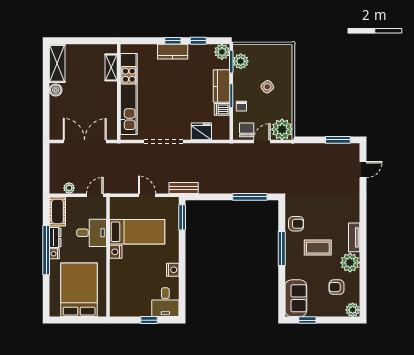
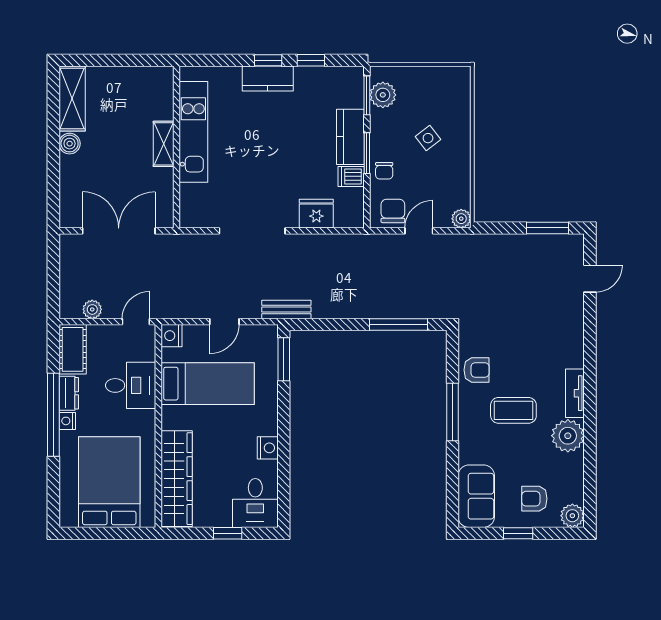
plant: (222, 52) -> (351, 79), removed
shelving: (111, 67) -> (164, 144), moved
kitchen unit: (129, 94) -> (193, 132), width x0.73
plant: (282, 129) -> (461, 219), width x0.53, depth x0.53
door: (147, 195) -> (224, 322), swing flipped
nightstand: (116, 252) -> (171, 336), moved
armchair: (337, 287) -> (534, 499), moved
wardrobe: (119, 288) -> (177, 479), added
window: (307, 320) -> (518, 533), moved

